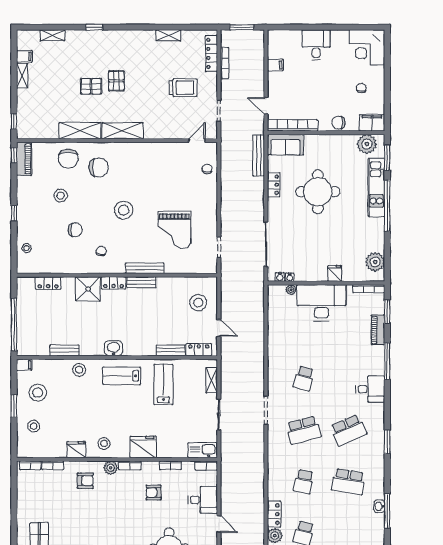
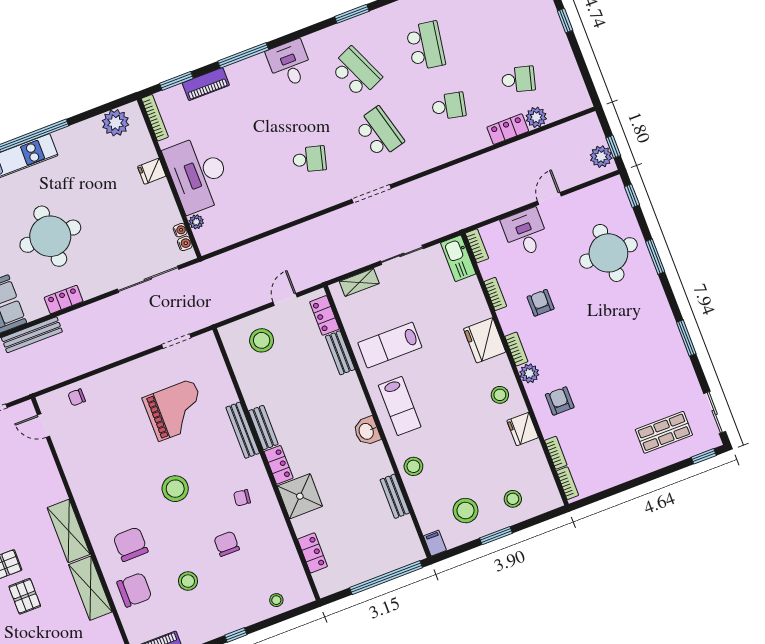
armchair: (154, 493) -> (541, 303), turned 180

